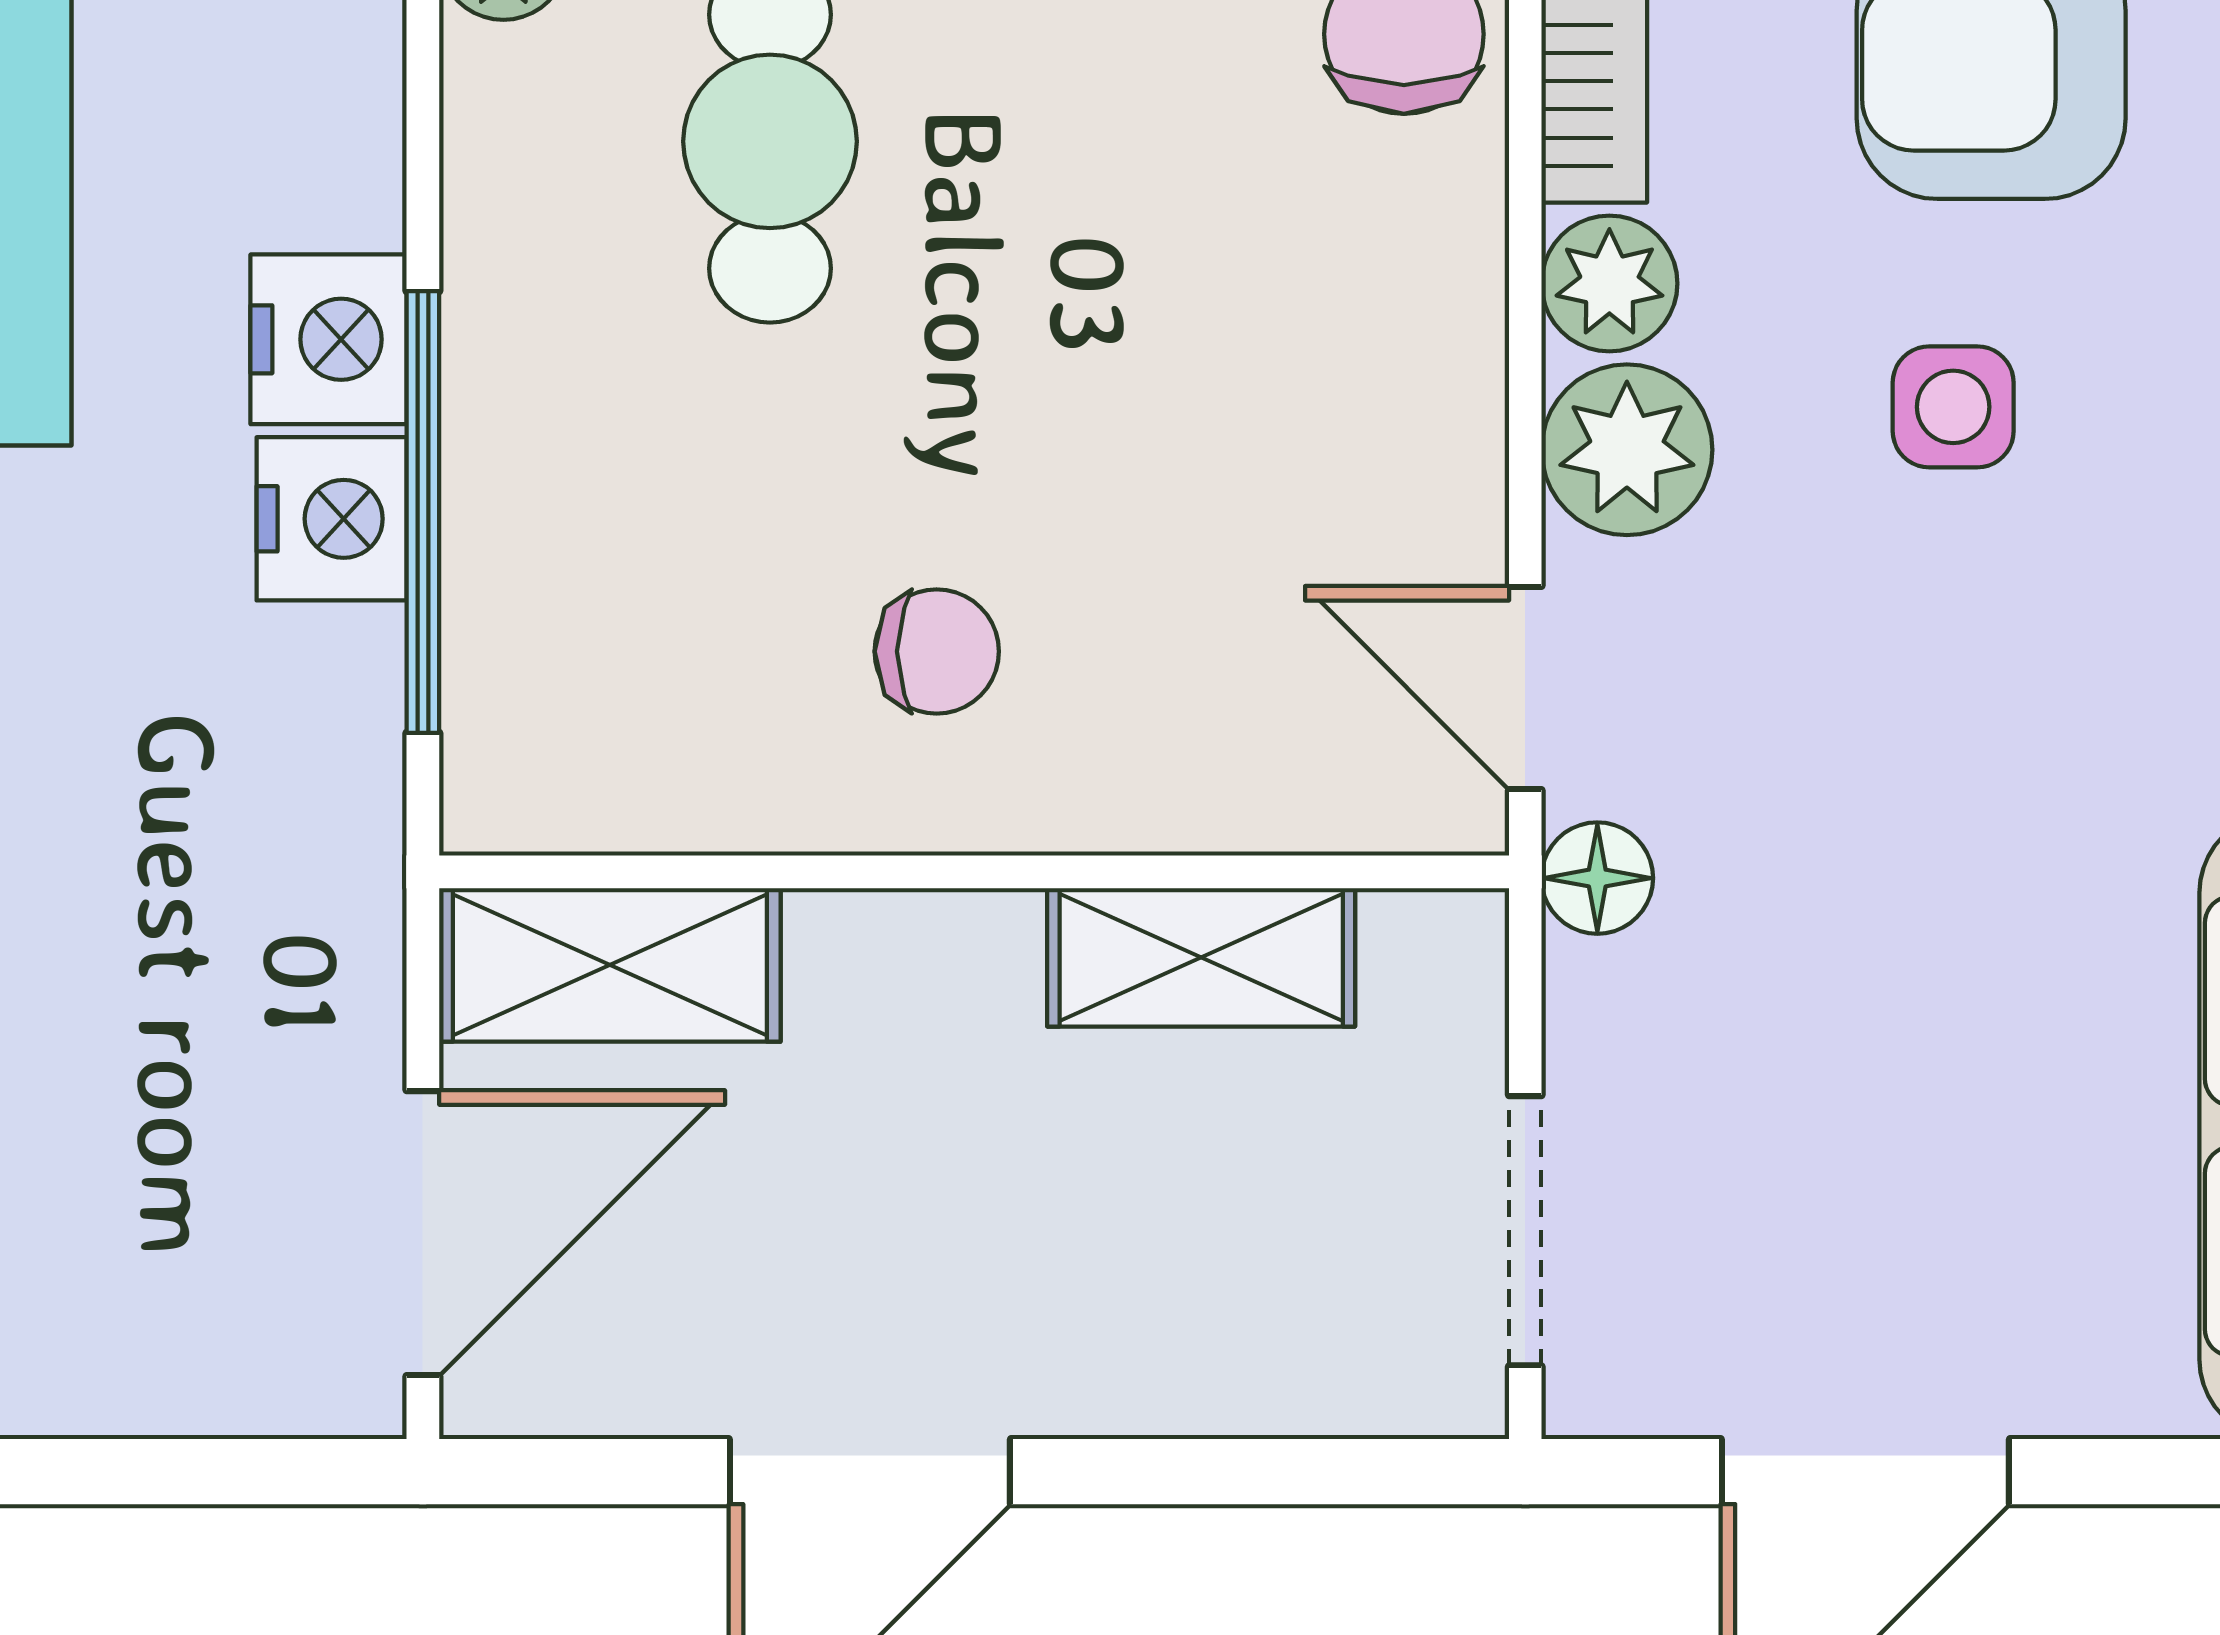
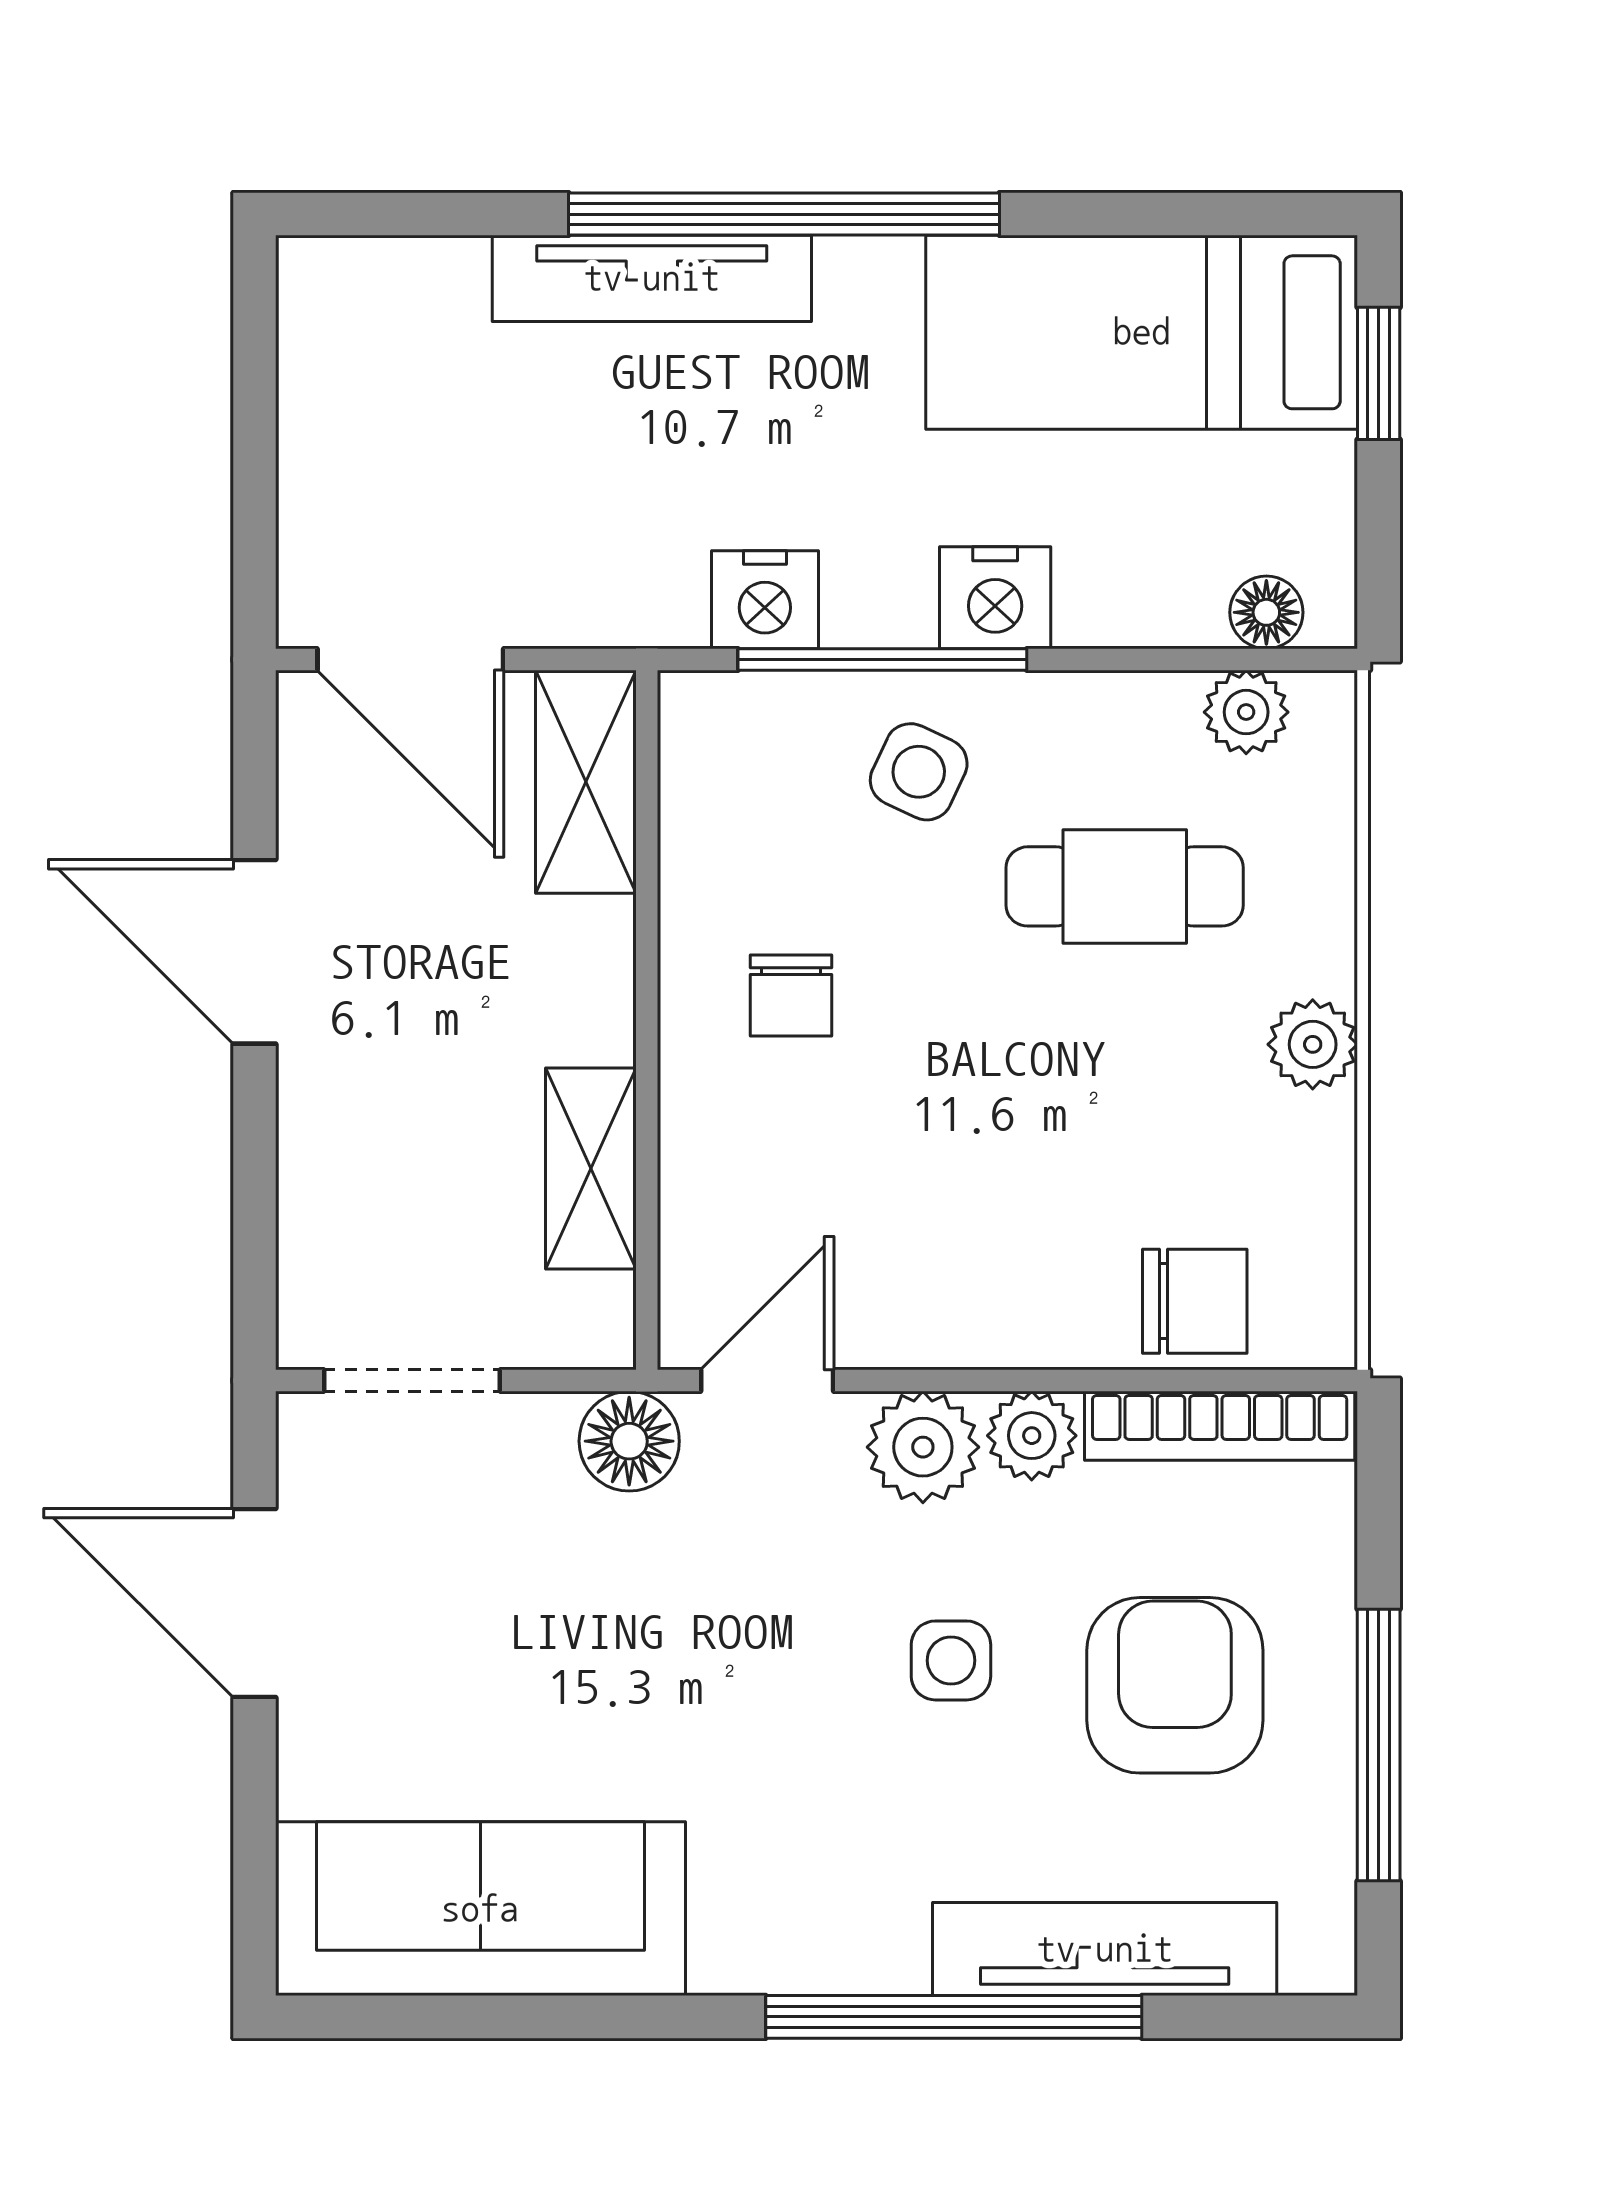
side table: (595, 456) -> (919, 772), added
nightstand: (332, 519) -> (765, 600), moved
floor lamp: (1597, 878) -> (629, 1441), width x1.37, depth x1.37

